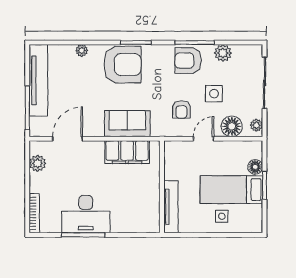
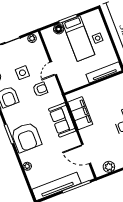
armchair: (123, 65) -> (26, 137), turned 180
floor lamp: (232, 126) -> (39, 54), removed
door: (204, 139) -> (53, 68), hinge flipped

